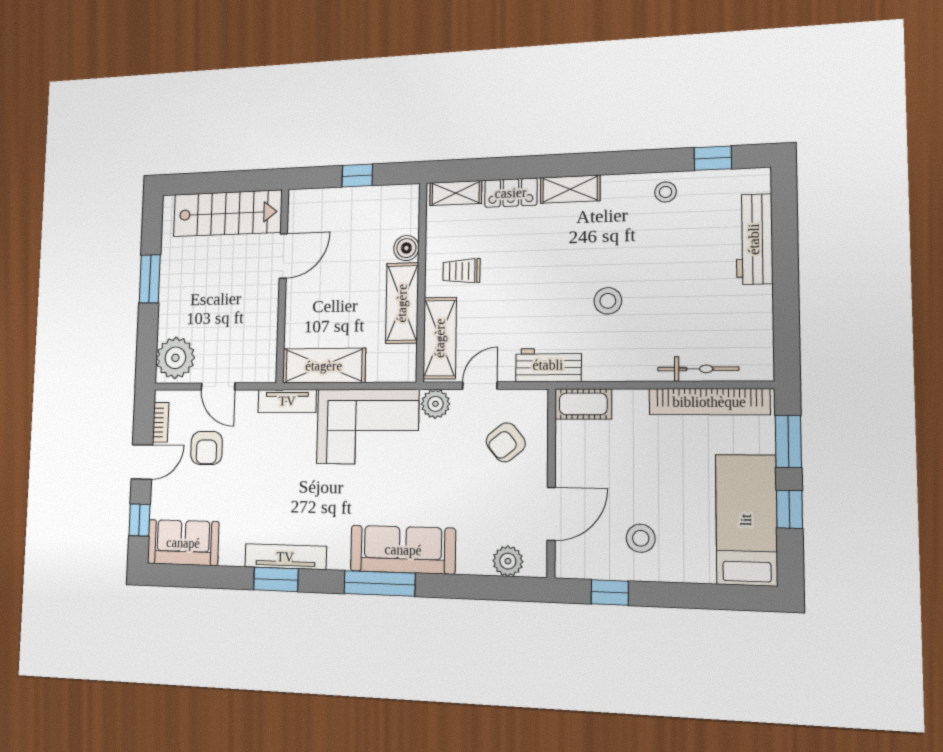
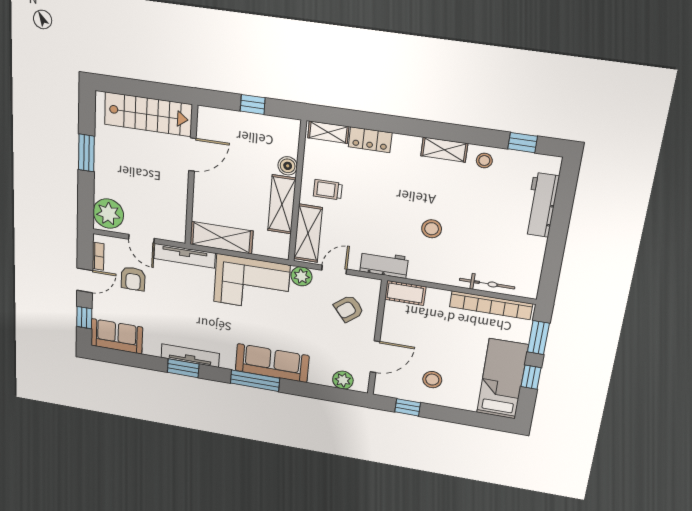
shelving: (570, 189) -> (444, 150), moved
tv unit: (287, 401) -> (185, 256), width x1.41

